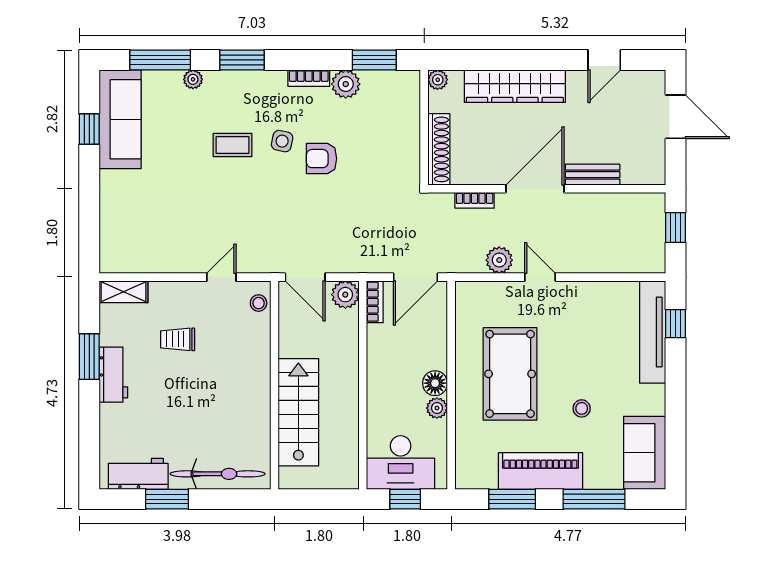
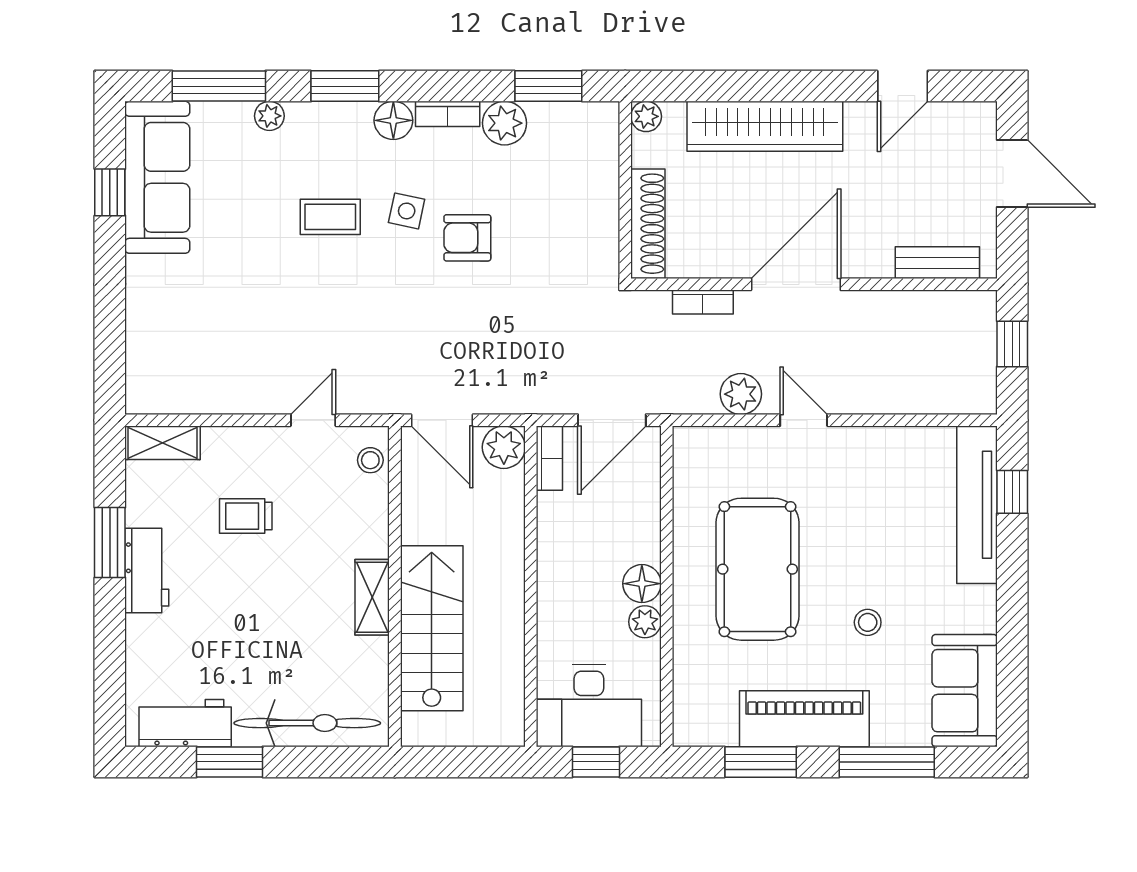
floor lamp: (274, 82) -> (393, 120), added
bench: (593, 175) -> (937, 263), moved
shelving: (260, 392) -> (372, 597), added

